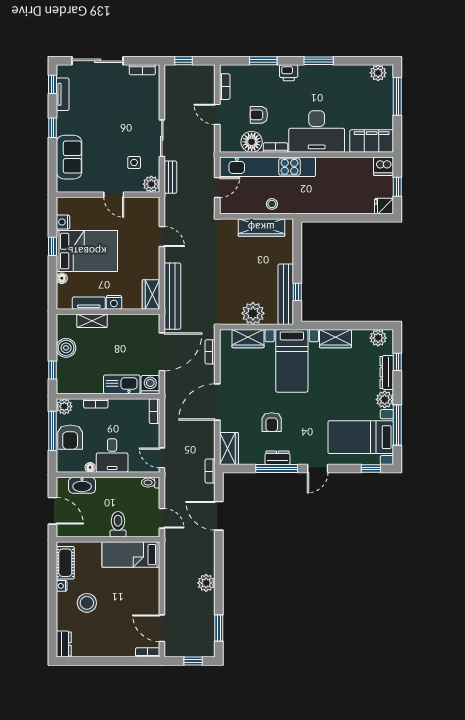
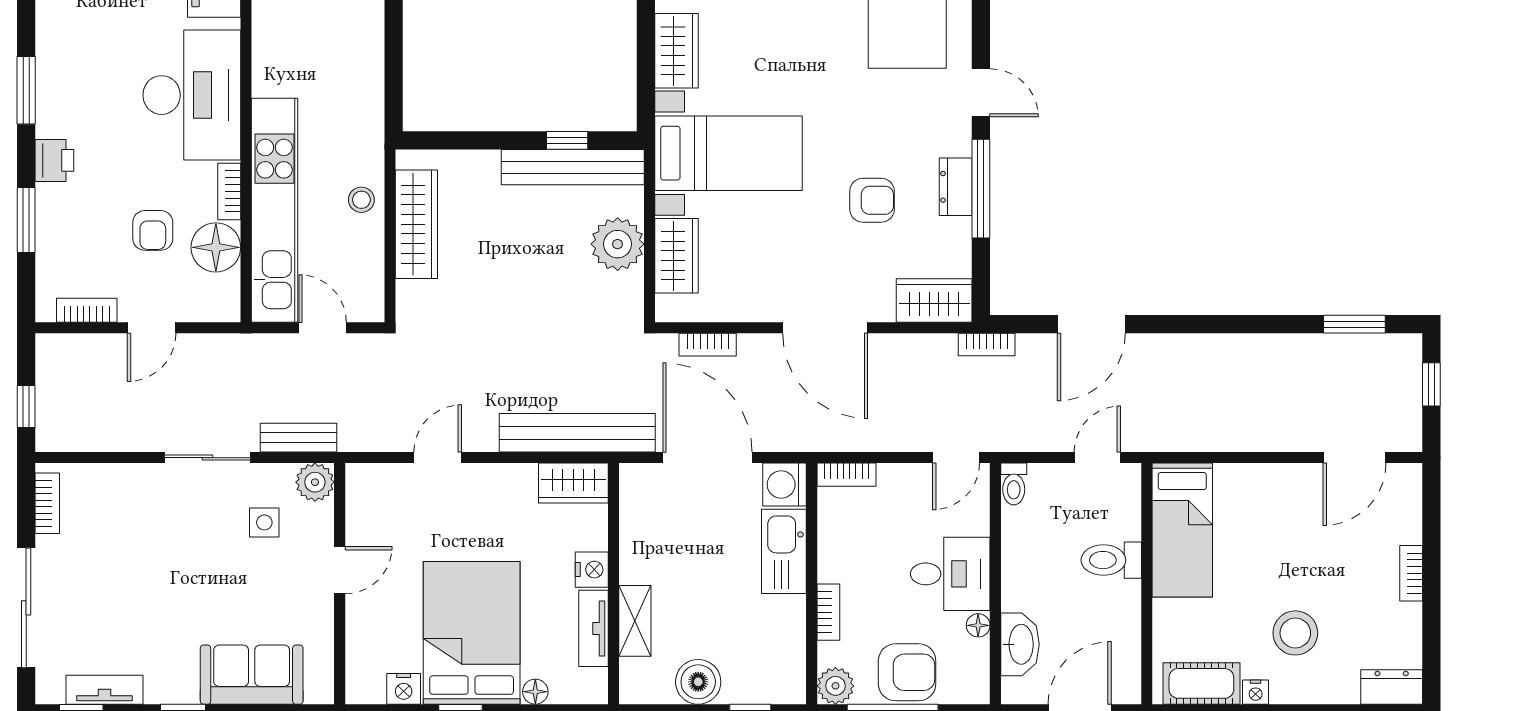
plant: (206, 583) -> (1249, 354), removed
bookcase: (148, 652) -> (1411, 573), moved

